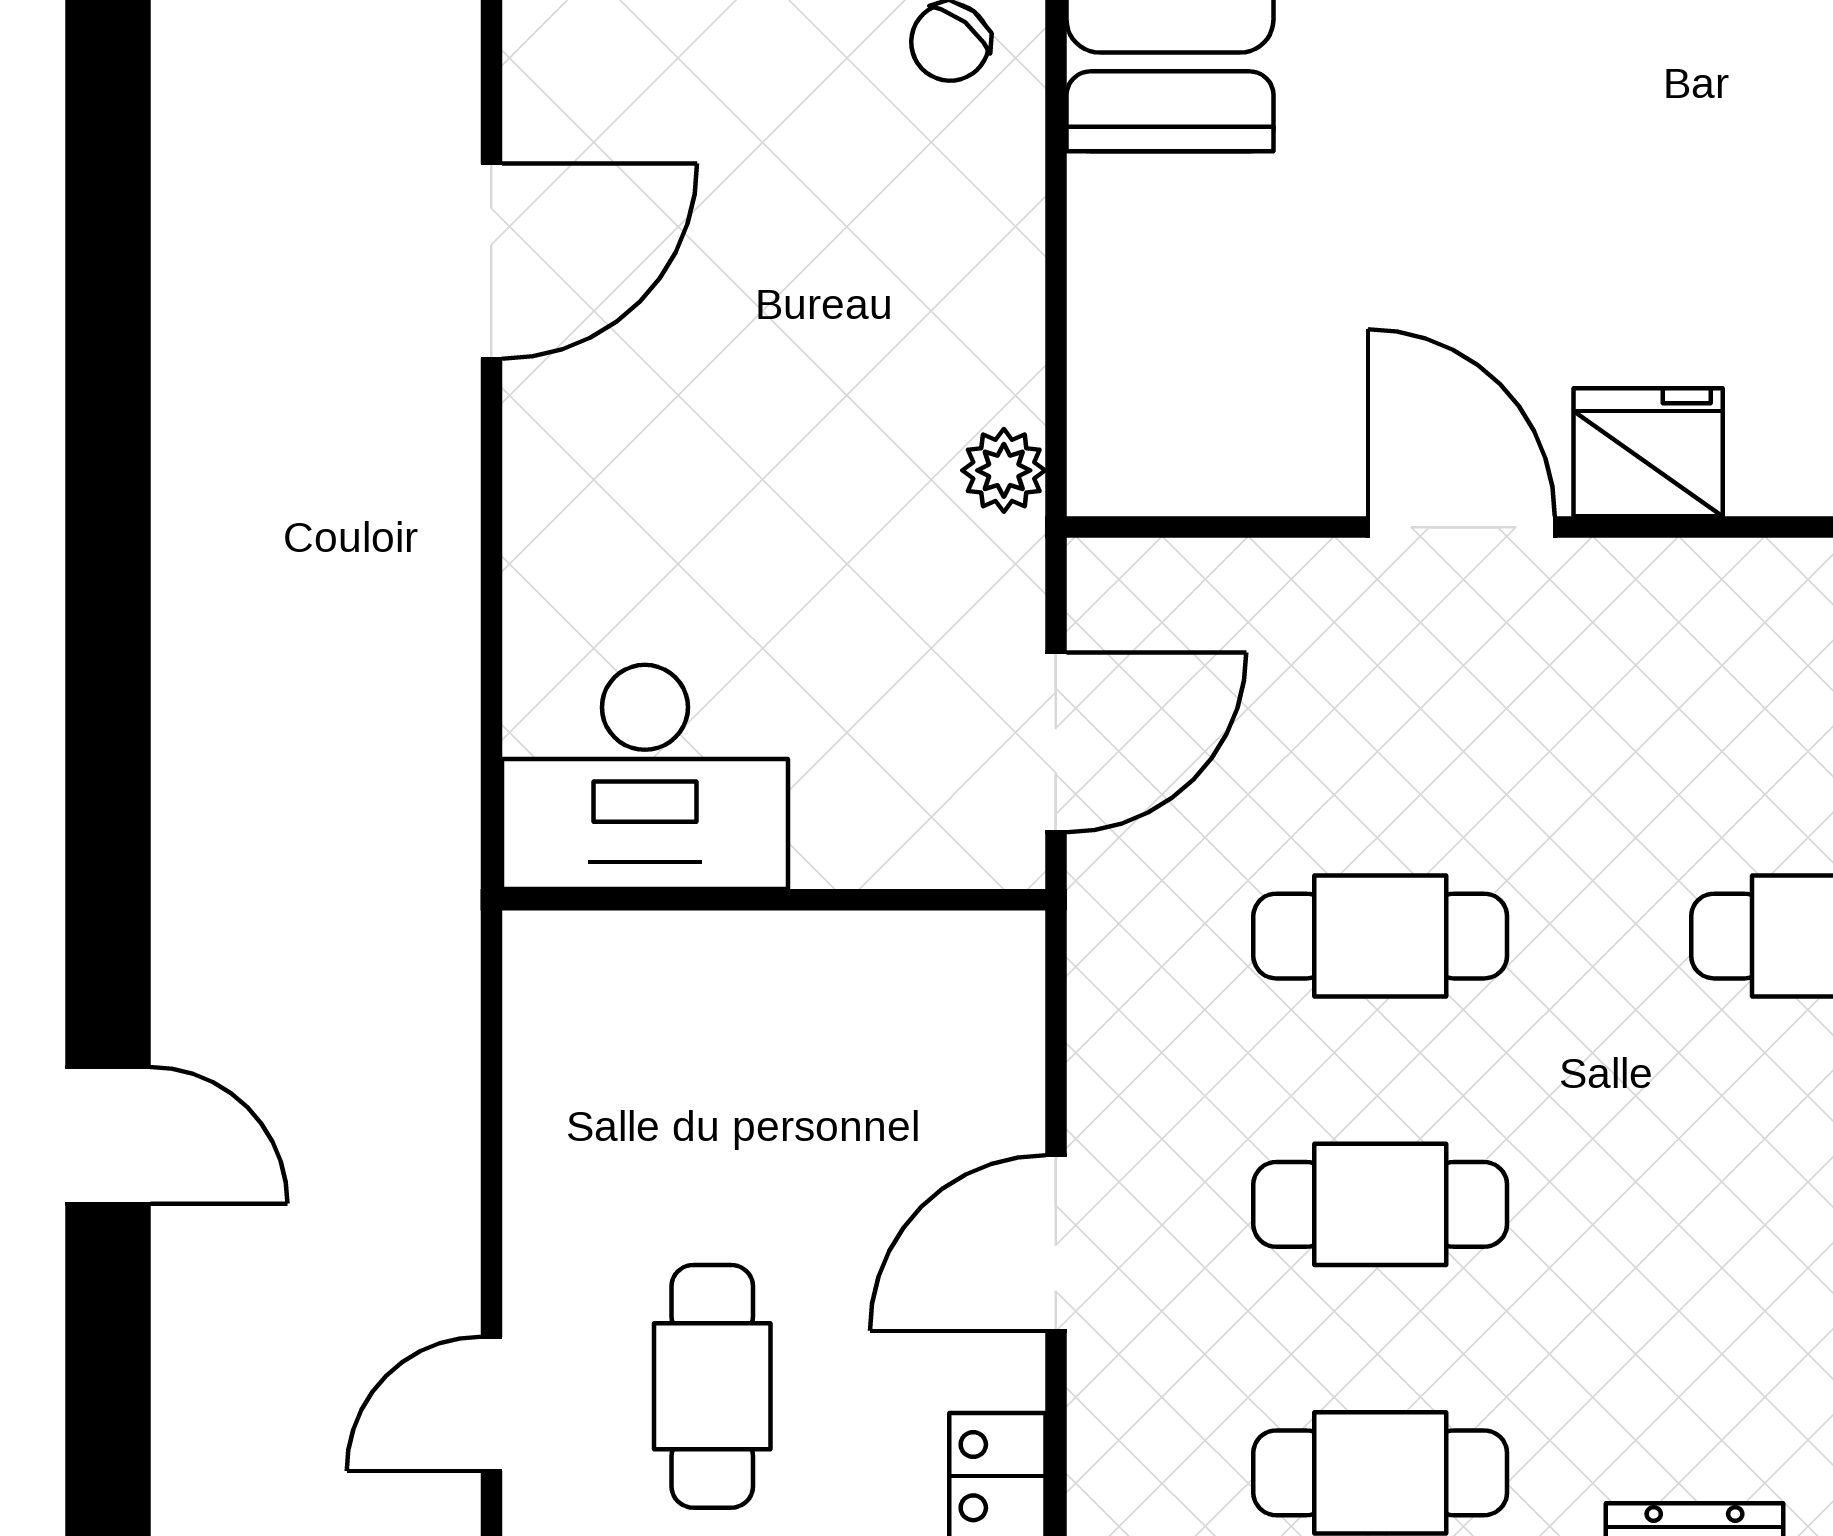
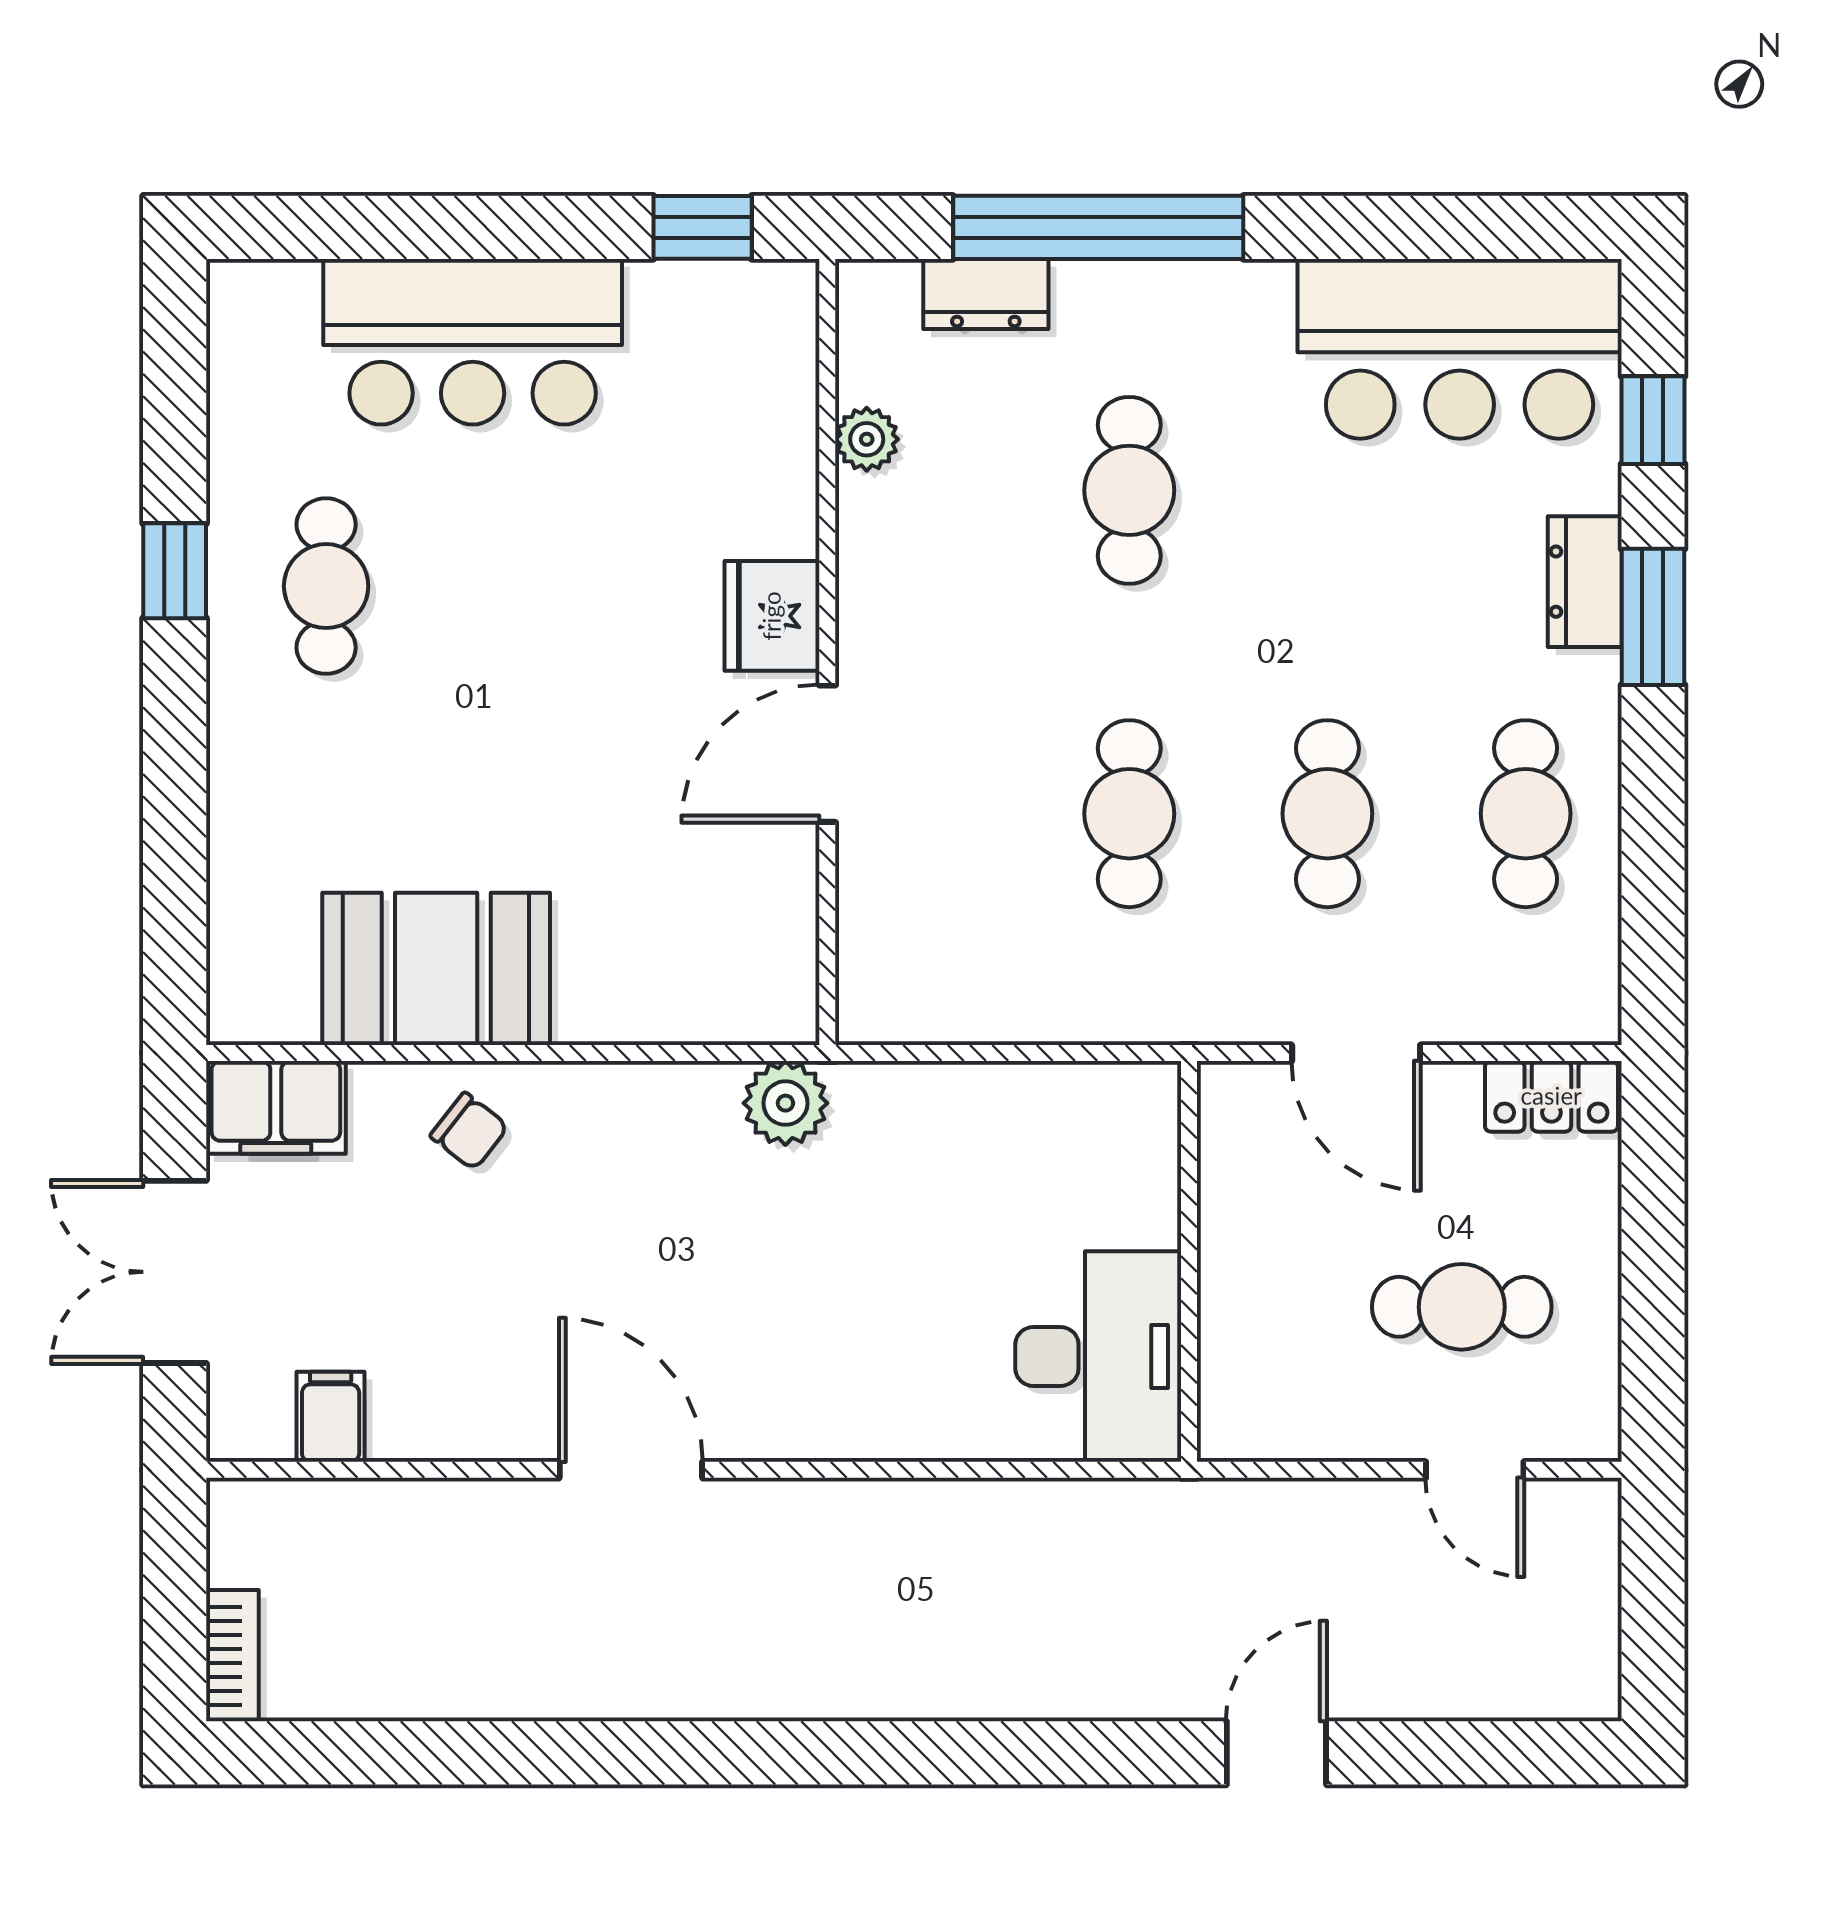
plant: (1004, 470) -> (785, 1103), width x1.38, depth x1.38
door: (1056, 742) -> (986, 1053), removed
desk: (645, 777) -> (1098, 1357), moved
wall: (774, 900) -> (1189, 1261), moved

